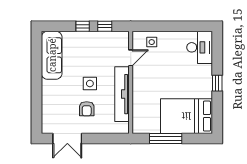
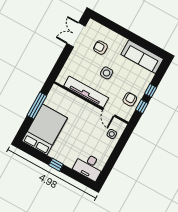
armchair: (104, 43) -> (130, 99), added
armchair: (87, 109) -> (100, 48), moved

